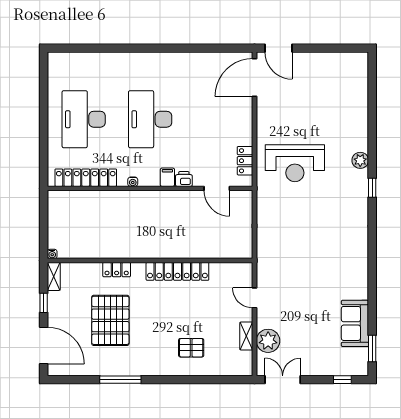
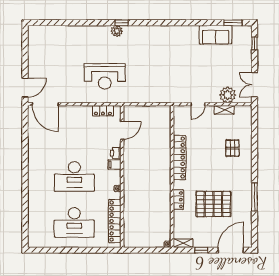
plant: (360, 160) -> (117, 31), moved
reception desk: (295, 163) -> (105, 76), turned 90

